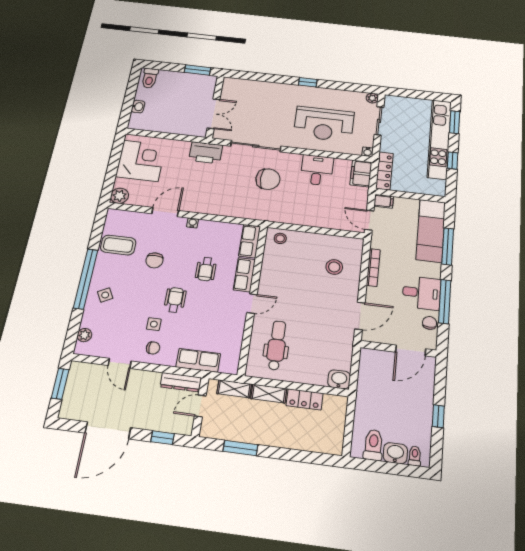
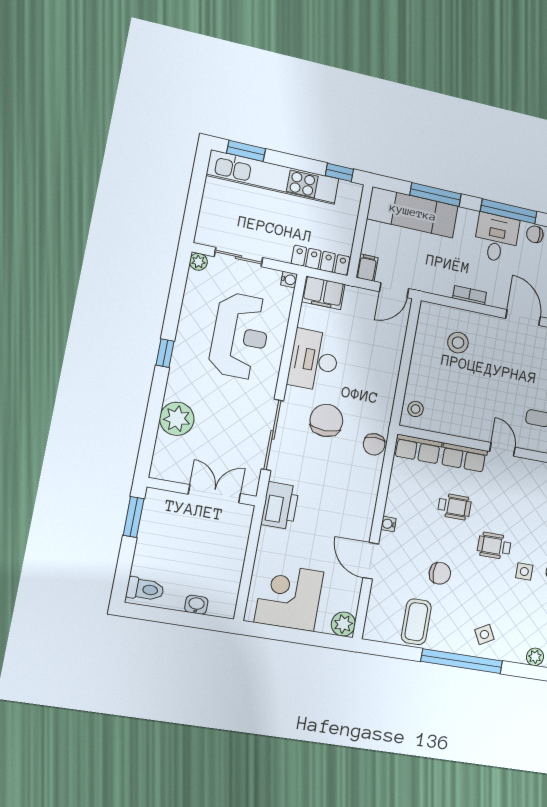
plant: (264, 91) -> (177, 419), added
window: (452, 161) -> (339, 172), moved
desk: (317, 170) -> (314, 360), width x1.37
chair: (252, 211) -> (374, 444), added
bookcase: (373, 268) -> (470, 295), width x0.64

